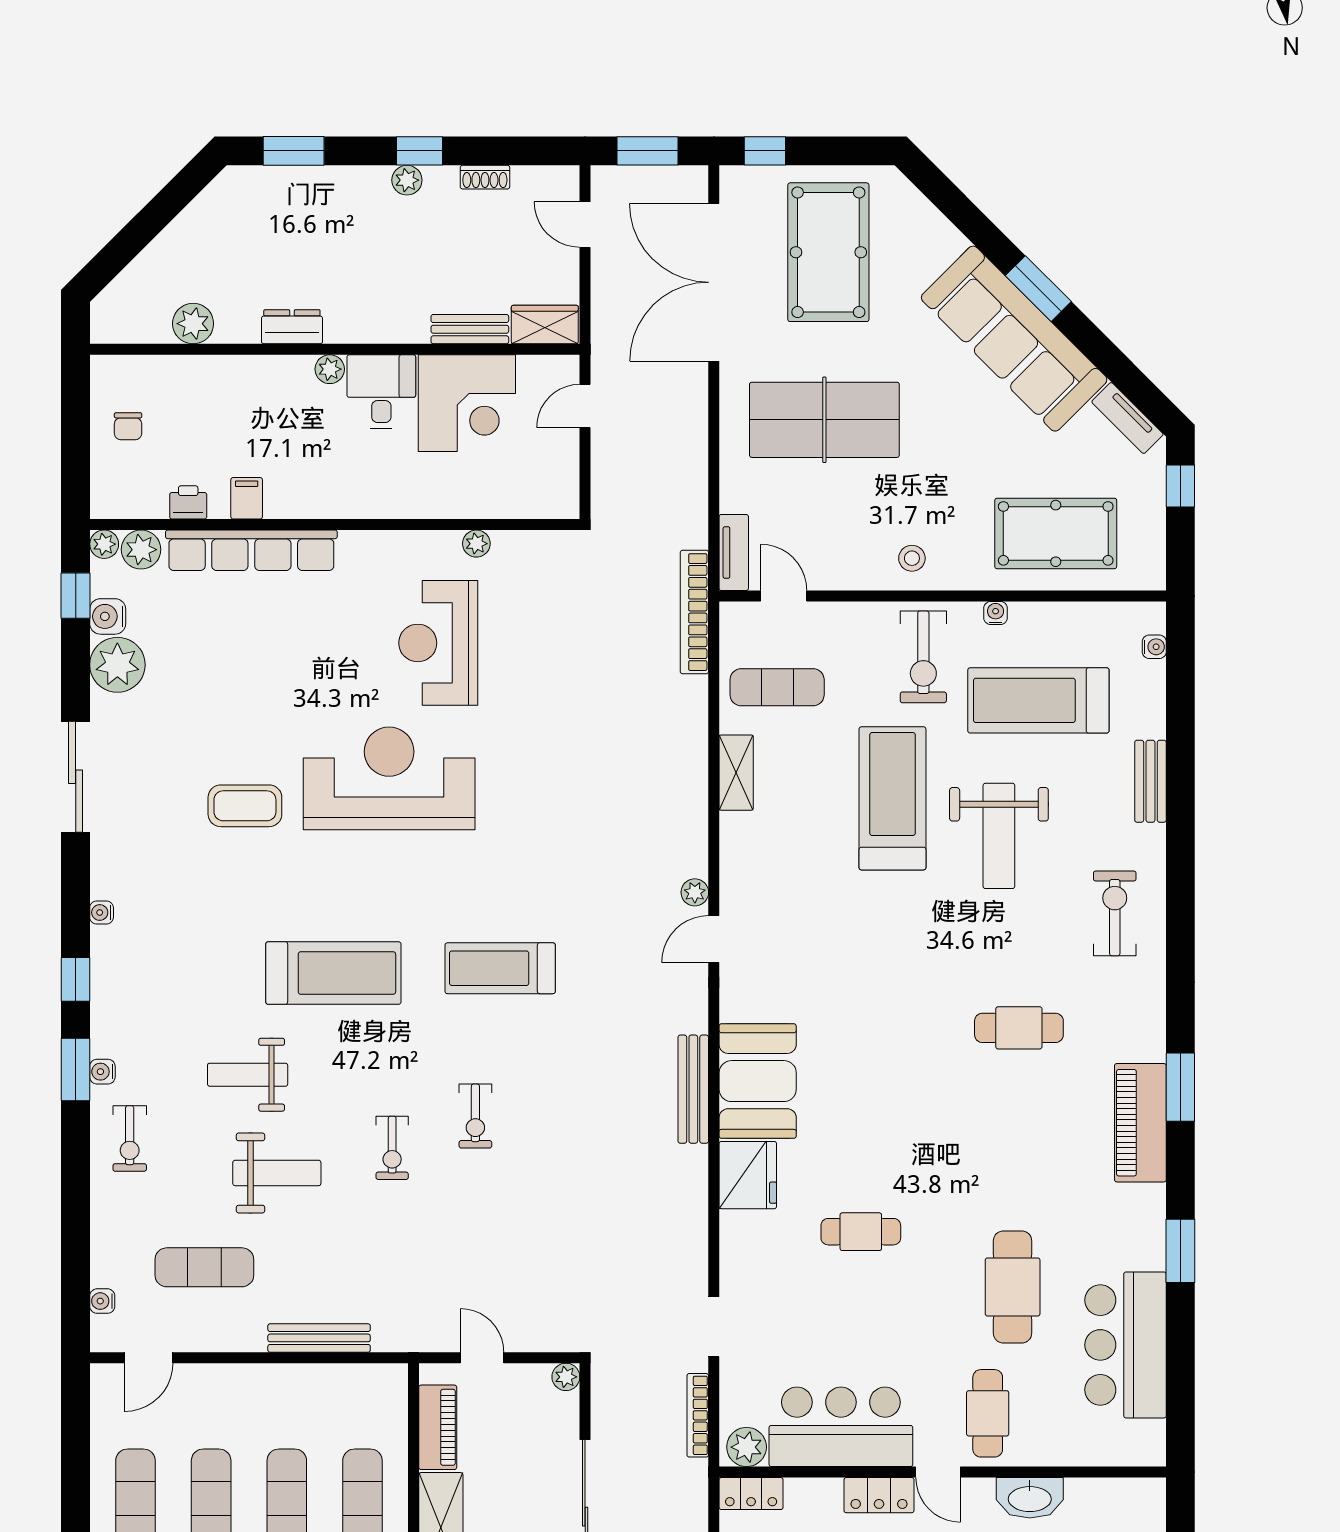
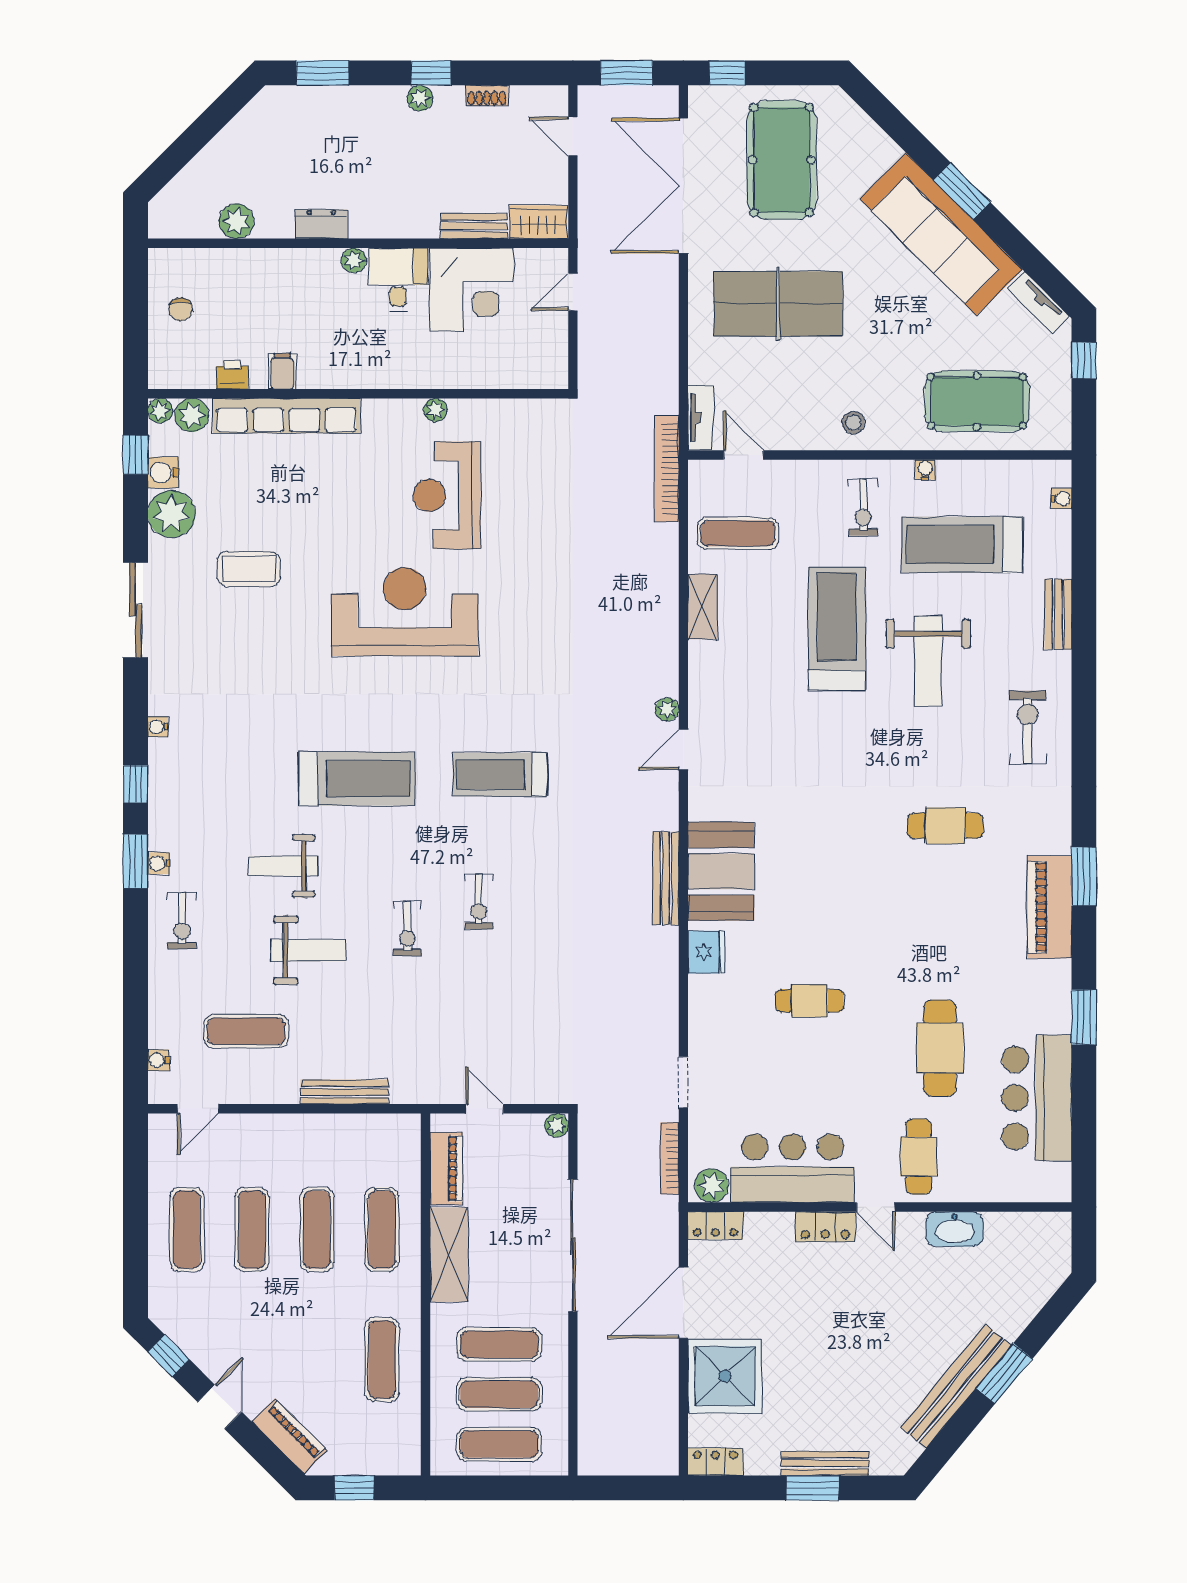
plant: (476, 544) -> (435, 410), moved
exercise bike: (923, 657) -> (863, 507), width x0.73, depth x0.72
coffee table: (245, 806) -> (249, 569), moved
fridge: (748, 1175) -> (706, 952), width x0.73, depth x0.75

